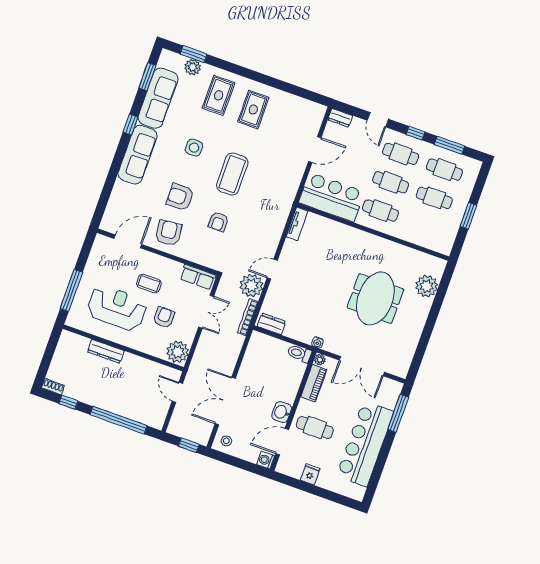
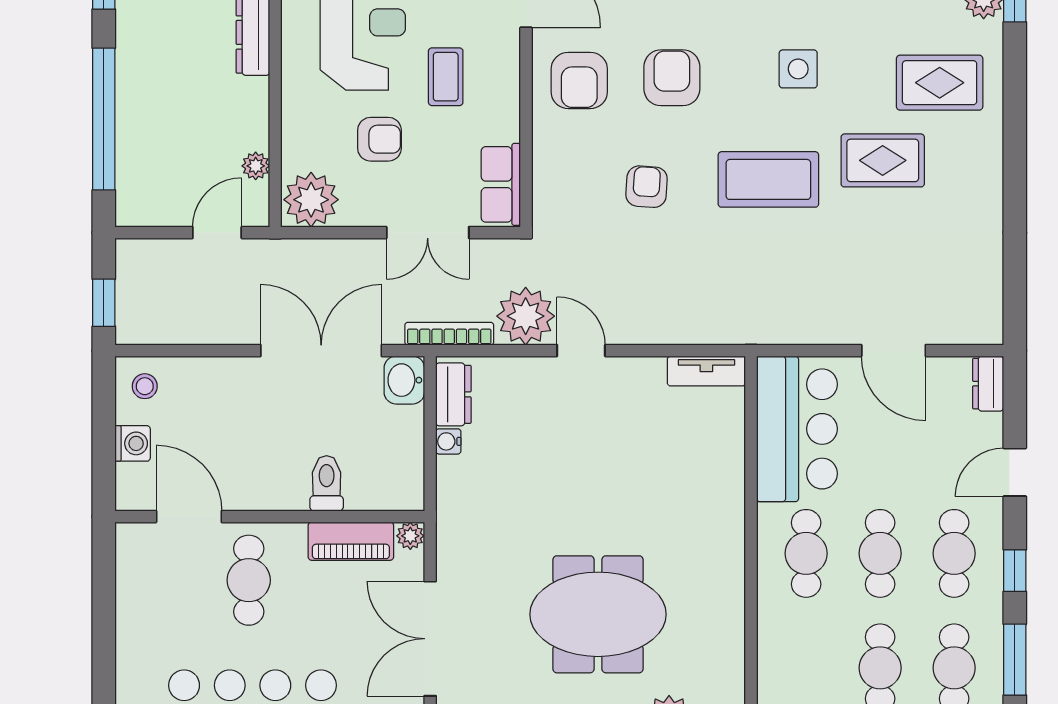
rug: (253, 109) -> (883, 160), moved
armchair: (218, 222) -> (647, 187), turned 94
armchair: (169, 233) -> (579, 80), turned 97
water cooler: (318, 342) -> (448, 441), moved
toilet: (299, 353) -> (327, 483), moved
plant: (157, 368) -> (256, 166), added
double door: (225, 401) -> (321, 351), moved
washbasin: (282, 412) -> (404, 380), moved, turned -90
washing machine: (266, 460) -> (133, 443), moved, turned 90
fridge: (310, 474) -> (136, 608), removed

